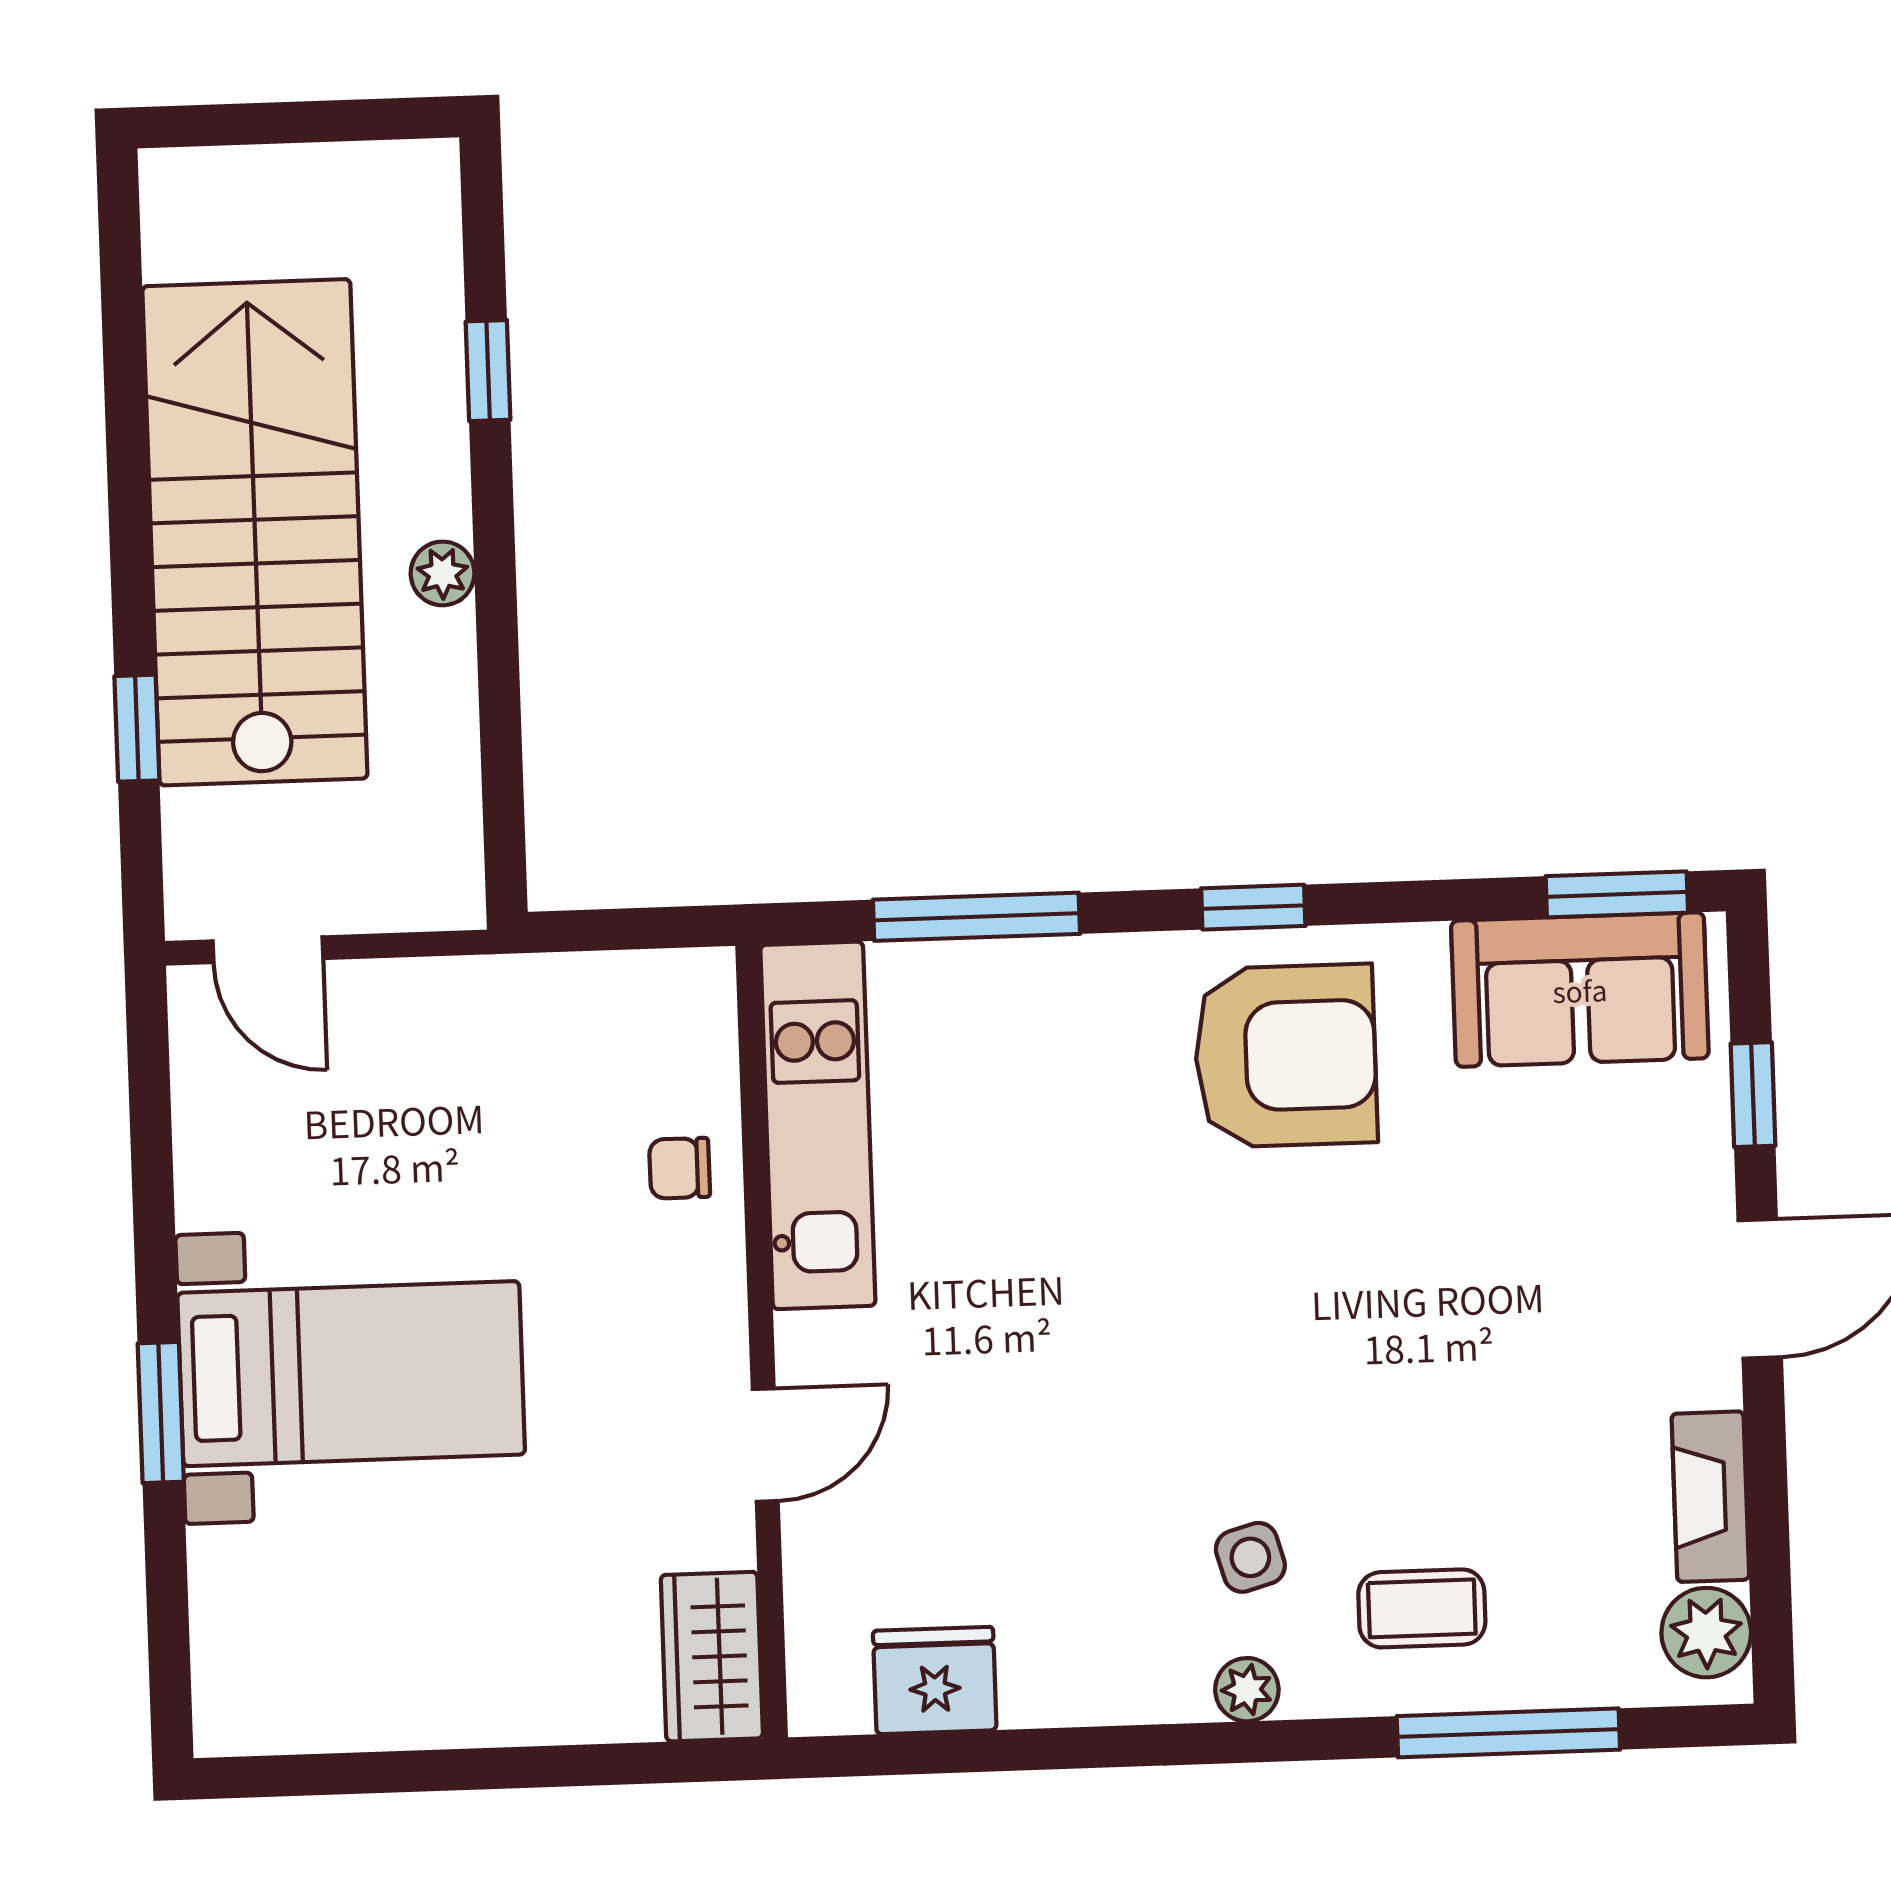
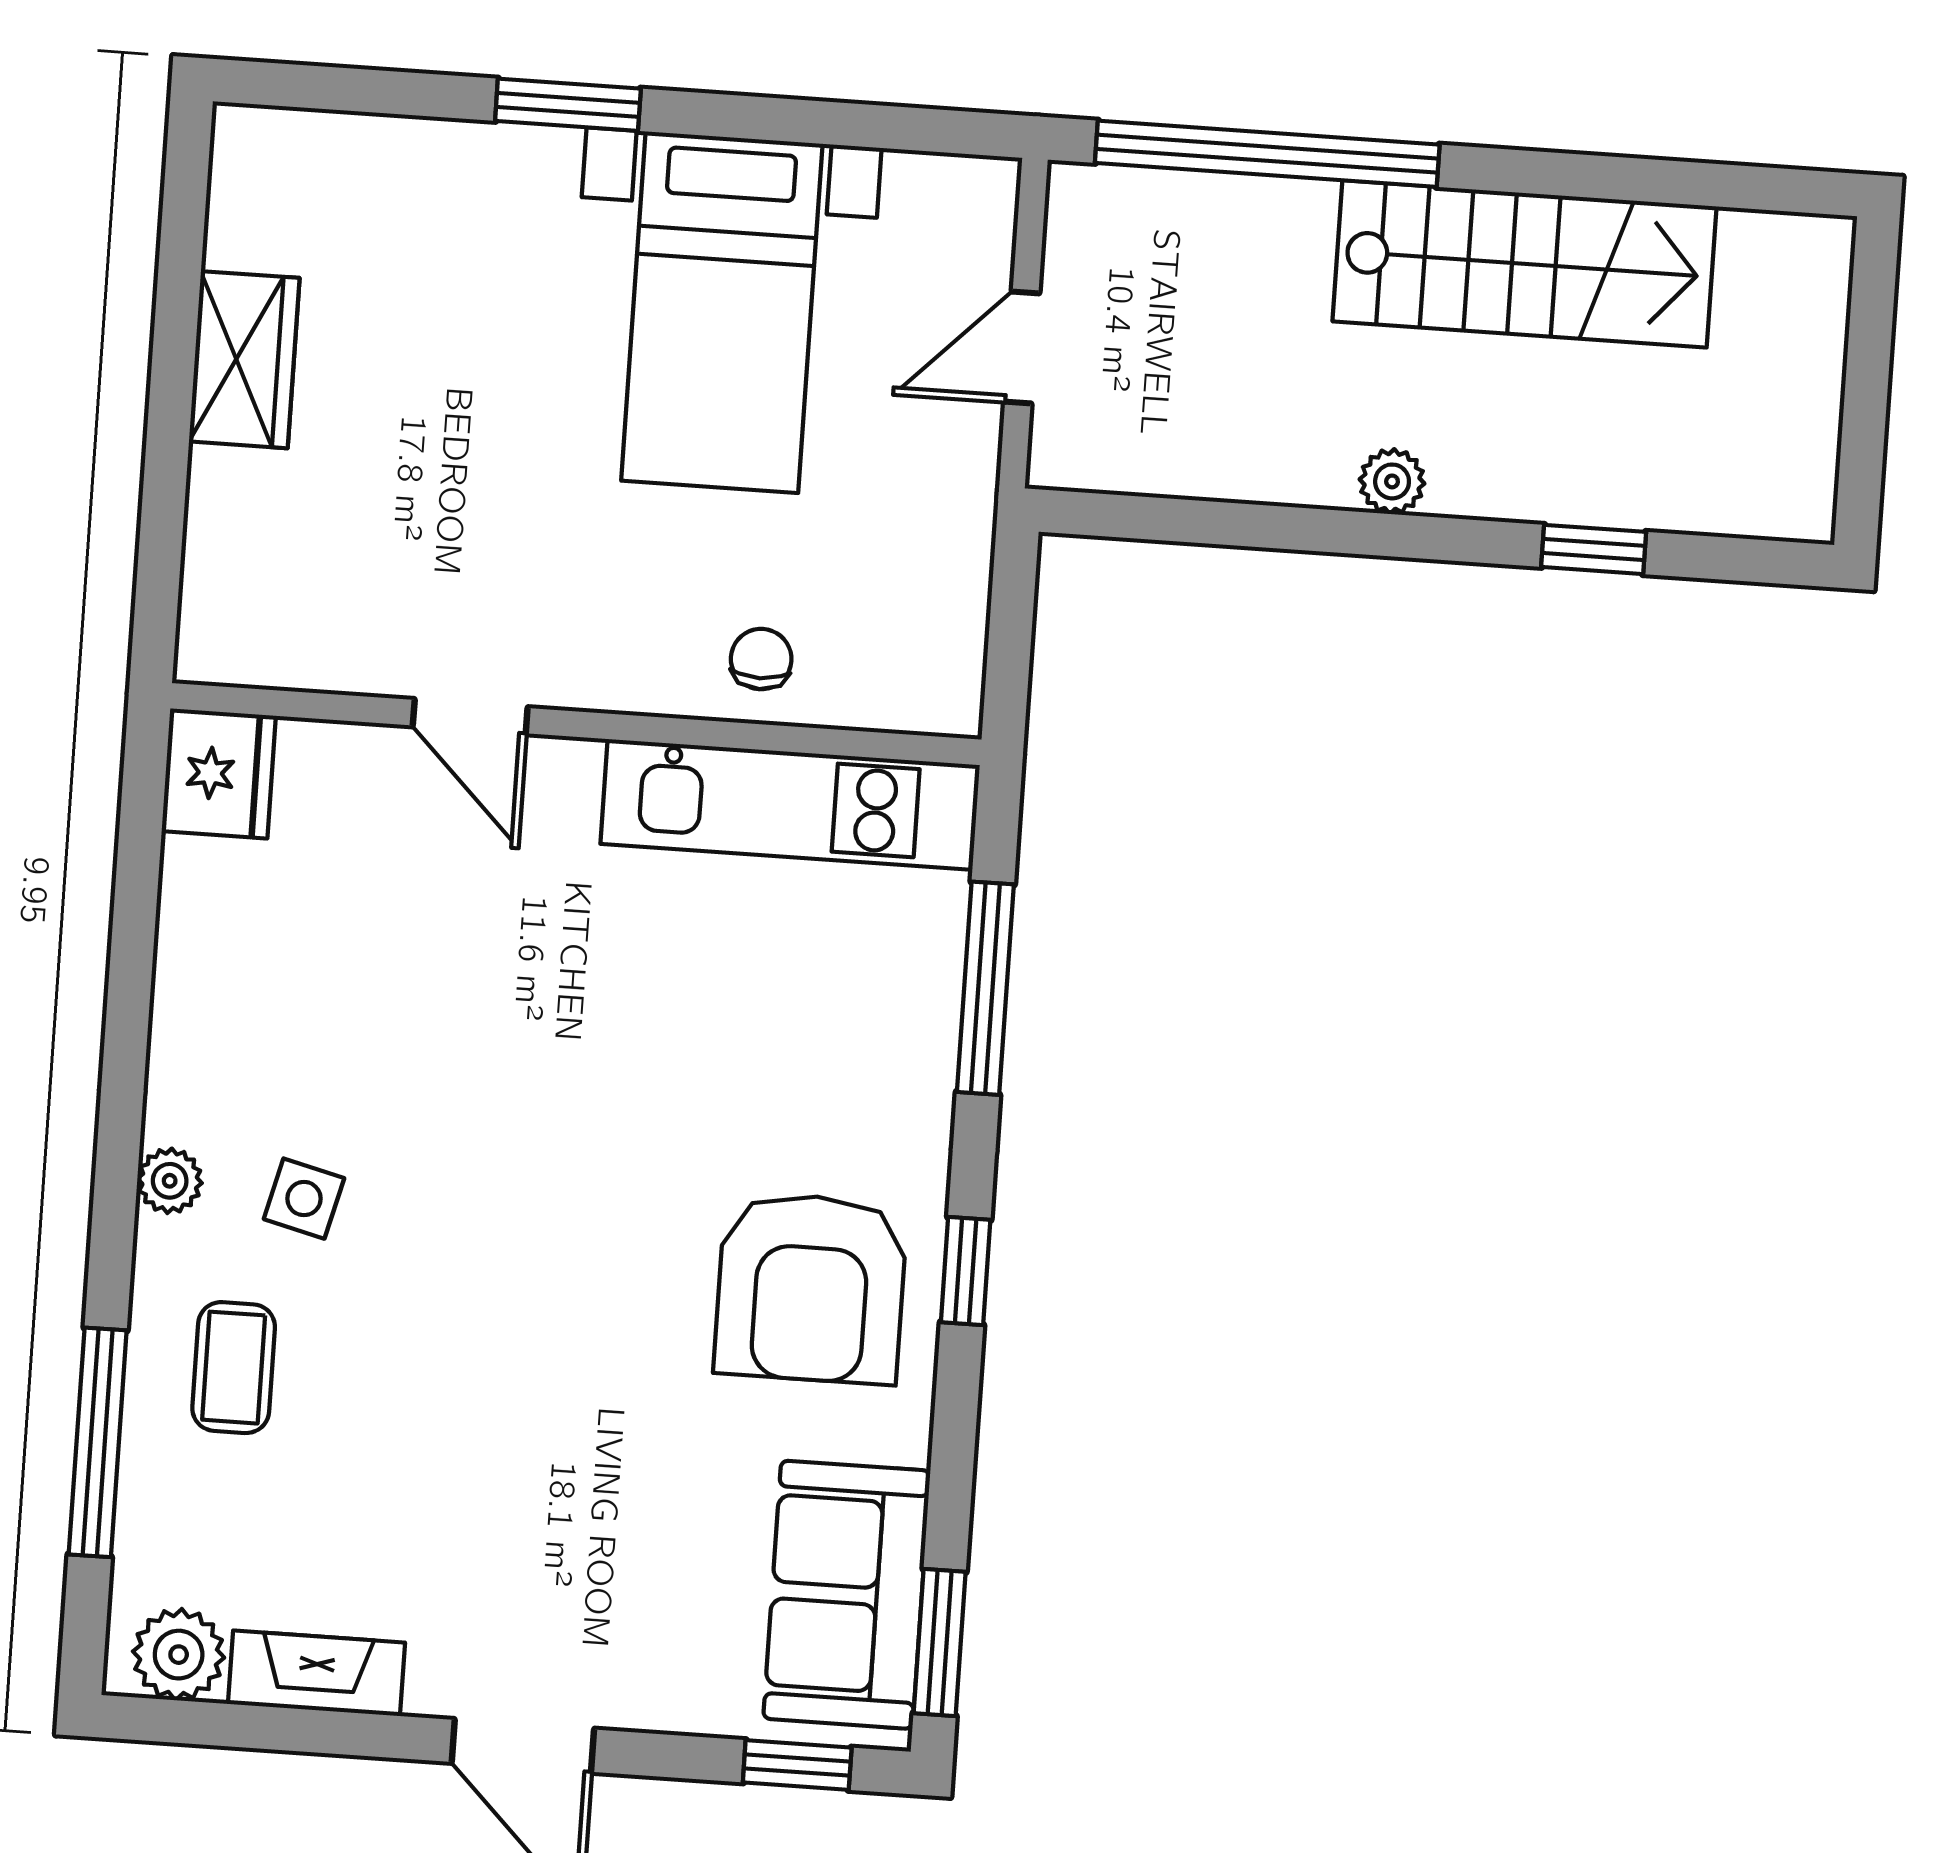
stairs: (255, 532) -> (1524, 264), width x0.73, depth x0.66
window: (137, 728) -> (1267, 154), width x3.17
door: (268, 950) -> (1022, 348), moved
window: (1753, 1095) -> (797, 1765), moved
bed with nightstands: (351, 1374) -> (722, 312), moved
side table: (1250, 1557) -> (304, 1199), turned 30
wardrobe: (712, 1657) -> (244, 360), moved, turned 90
fridge: (935, 1680) -> (219, 773), moved

